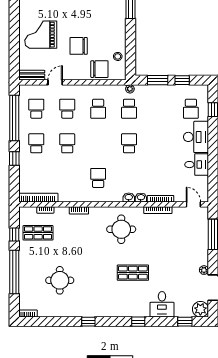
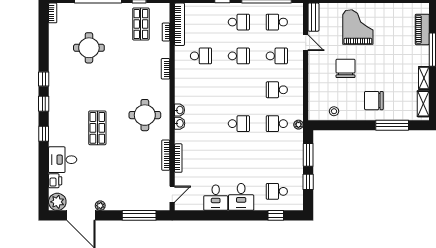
chair: (99, 69) -> (374, 101), moved, turned 90
school desk: (36, 109) -> (277, 22), turned 180
desk: (196, 137) -> (241, 197), width x0.73
school desk: (98, 178) -> (201, 56), moved
washbasin: (141, 198) -> (180, 110), moved
printer: (181, 311) -> (55, 181), added
window: (185, 322) -> (44, 104), moved

